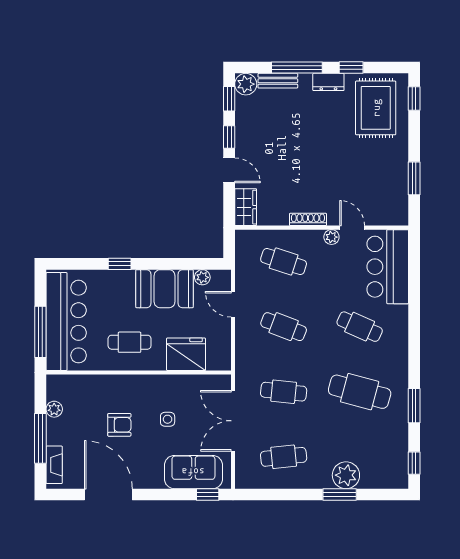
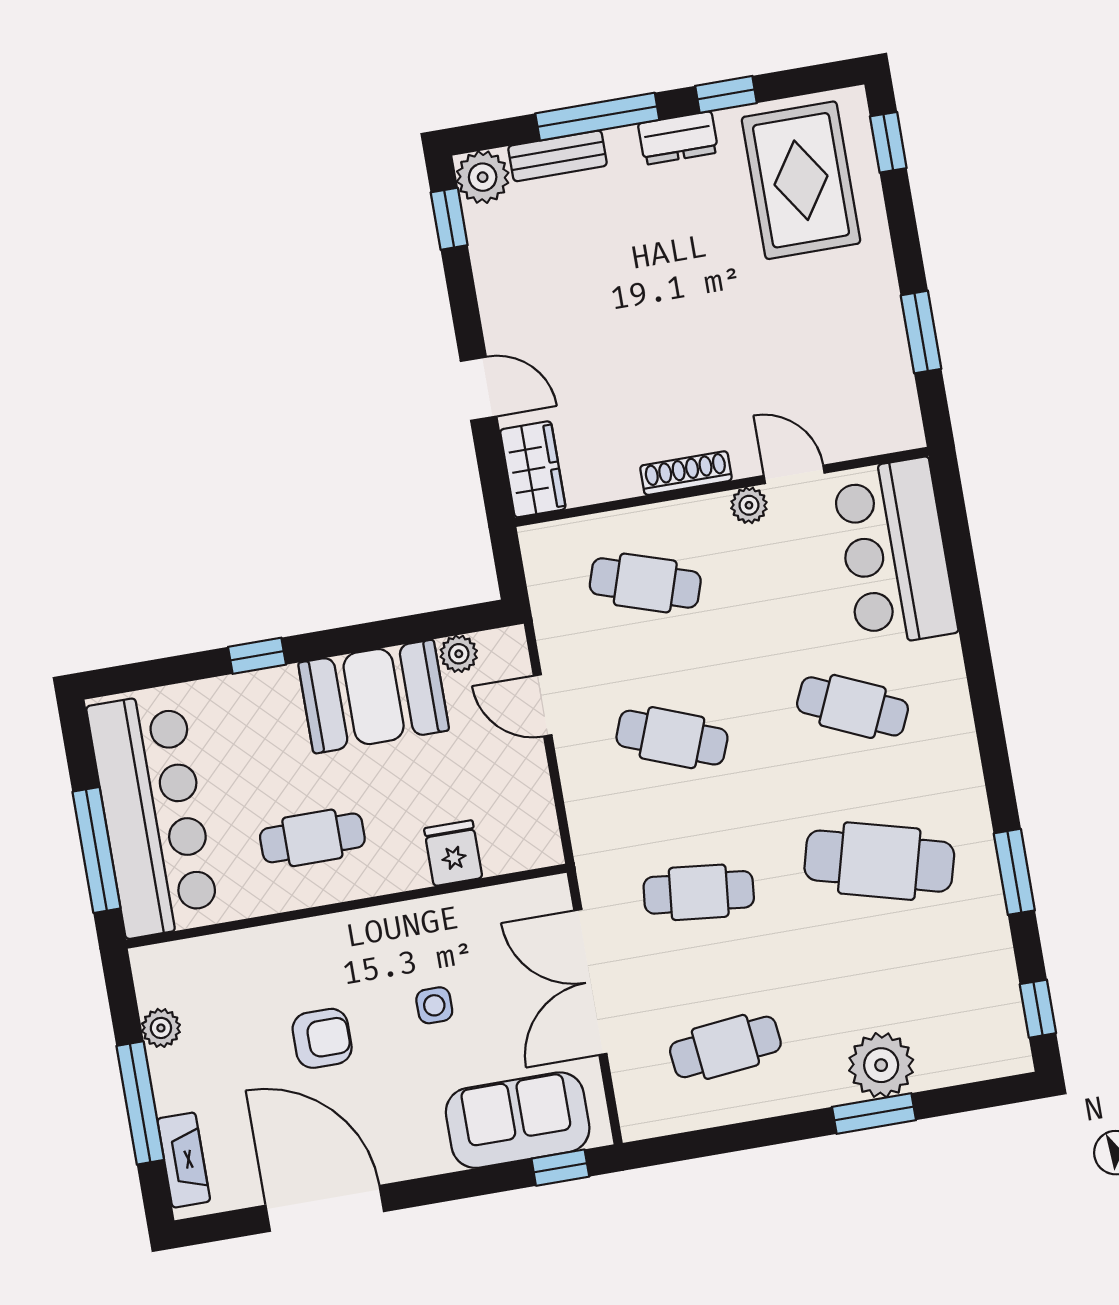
window: (229, 137) -> (465, 310), removed
fridge: (186, 354) -> (453, 853), width x0.53, depth x0.75

